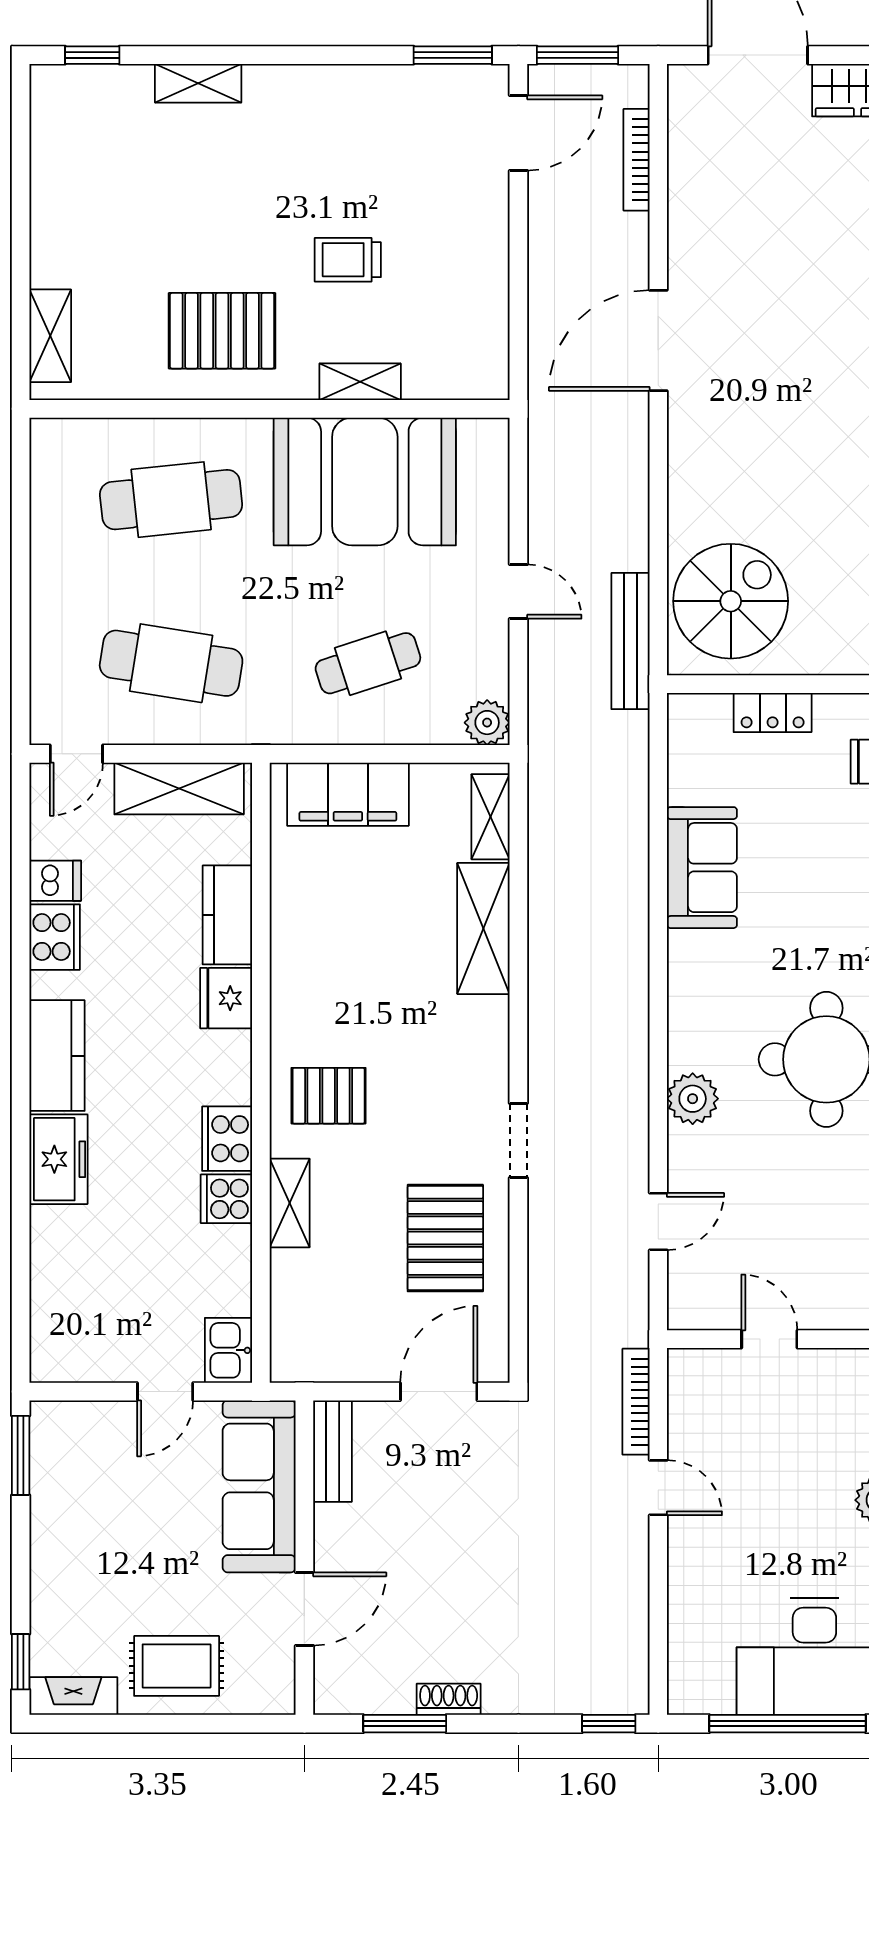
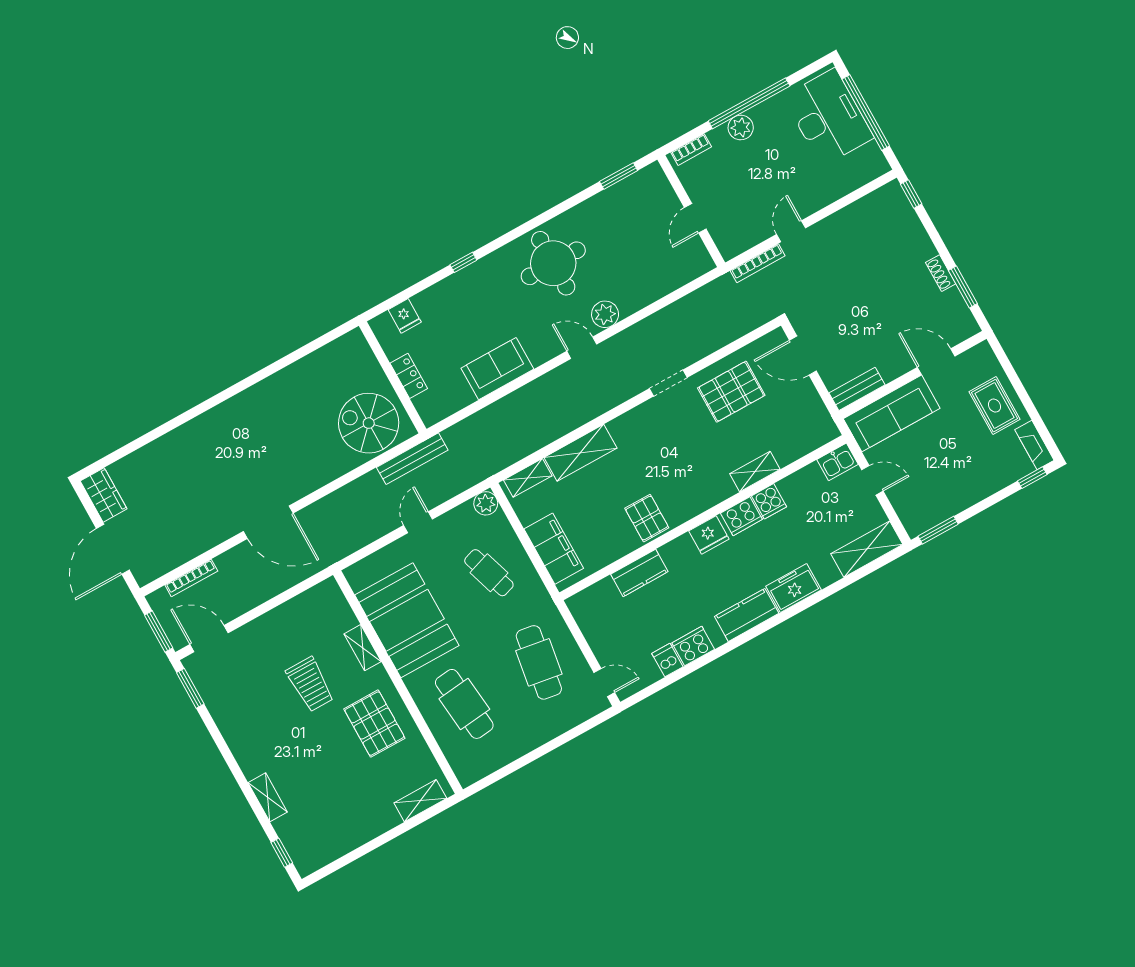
trolley: (348, 260) -> (310, 684), width x1.36, depth x1.39
shelving: (179, 789) -> (867, 549), moved, turned 90
fridge: (226, 998) -> (709, 535), moved
pallet: (329, 1096) -> (647, 518), moved
door: (658, 1222) -> (582, 348), moved

